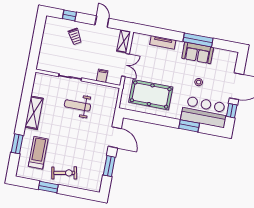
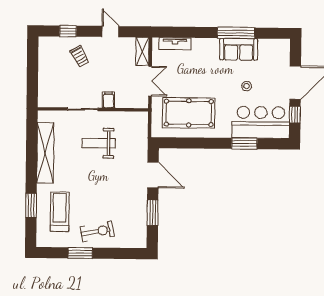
tv unit: (163, 42) -> (175, 44), moved
filing cabinet: (102, 76) -> (108, 100), moved
shelving: (34, 113) -> (45, 153), width x1.47

